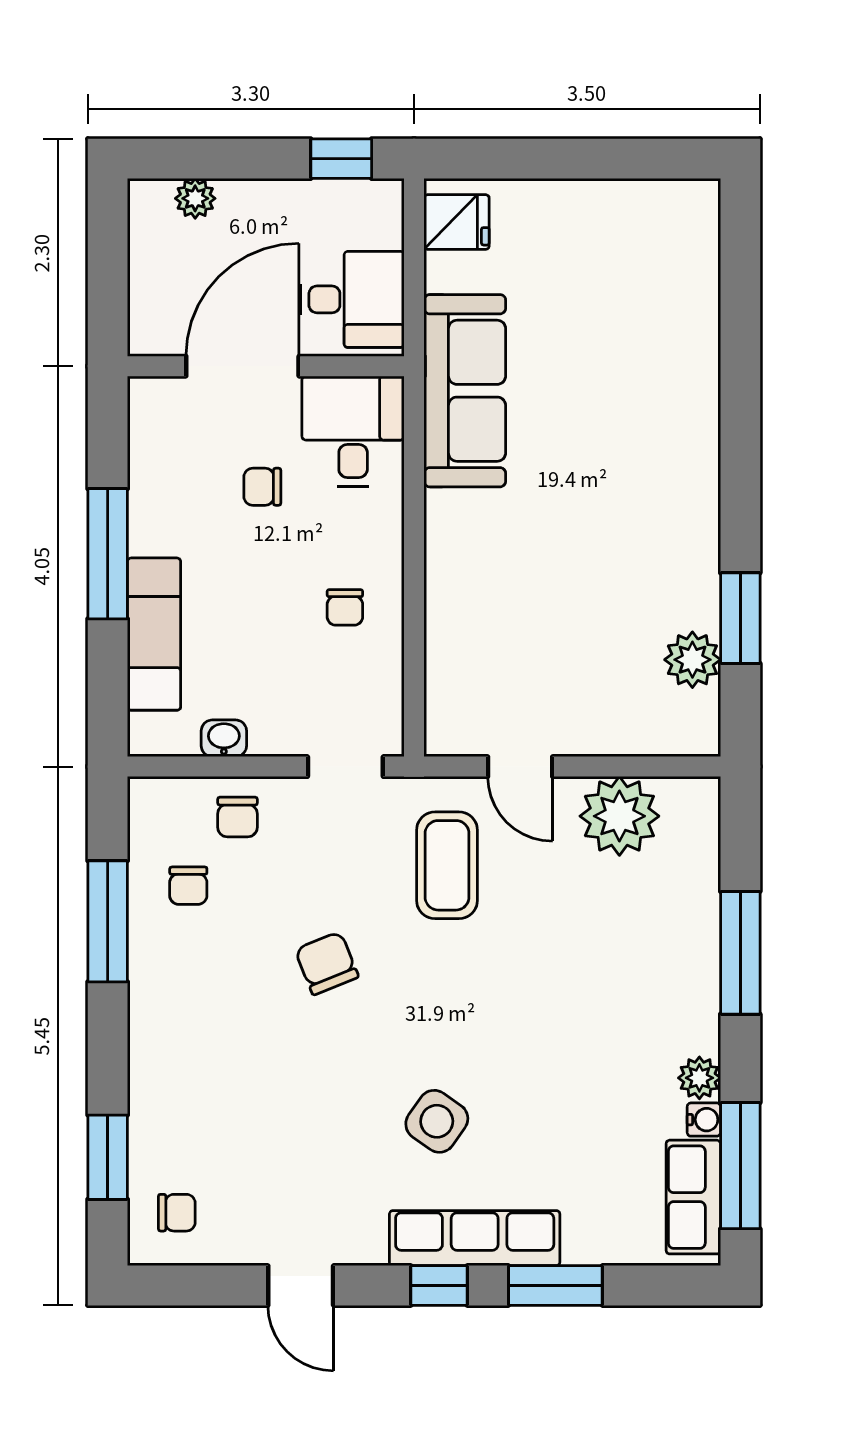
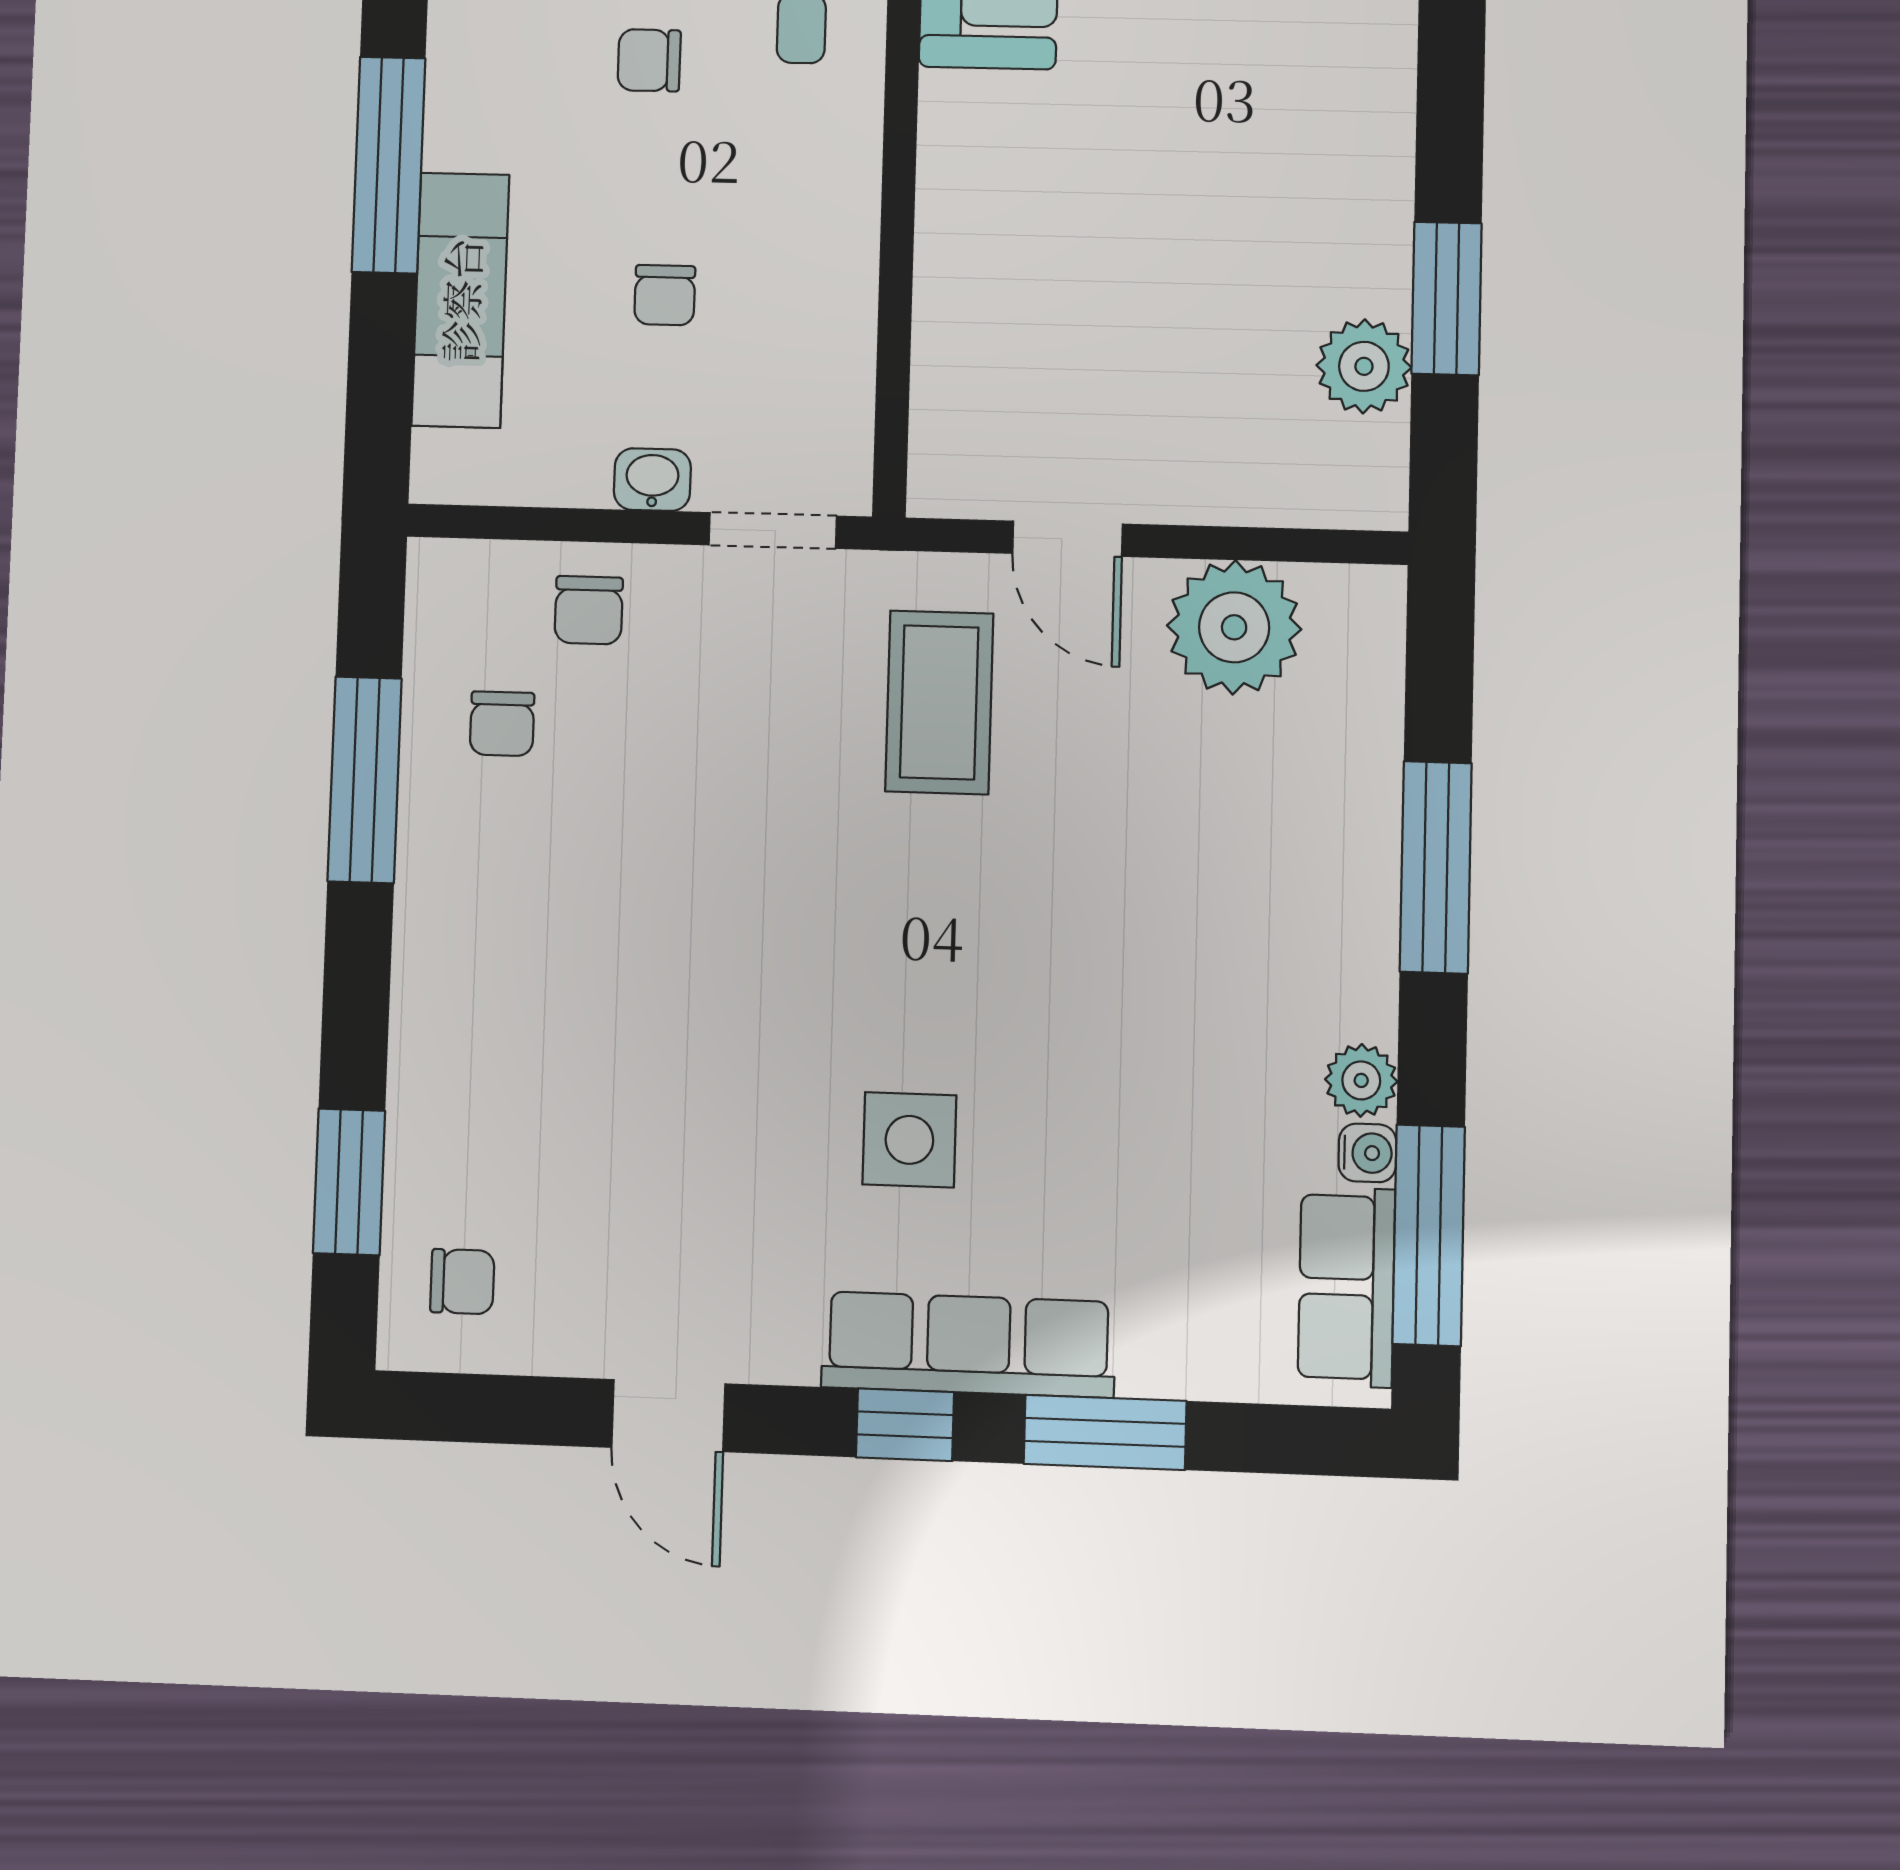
chair: (345, 607) -> (665, 295), moved
washbasin: (224, 738) -> (652, 480), moved
chair: (327, 963) -> (731, 863), removed
side table: (437, 1121) -> (909, 1140), turned -35

